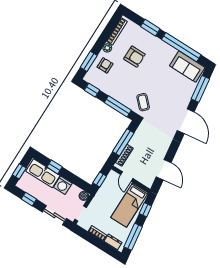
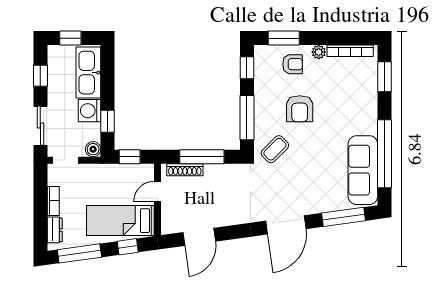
window: (150, 28) -> (385, 77), moved
armchair: (134, 57) -> (300, 109), moved
sofa: (187, 67) -> (363, 170), width x1.36
window: (55, 167) -> (108, 121), moved

